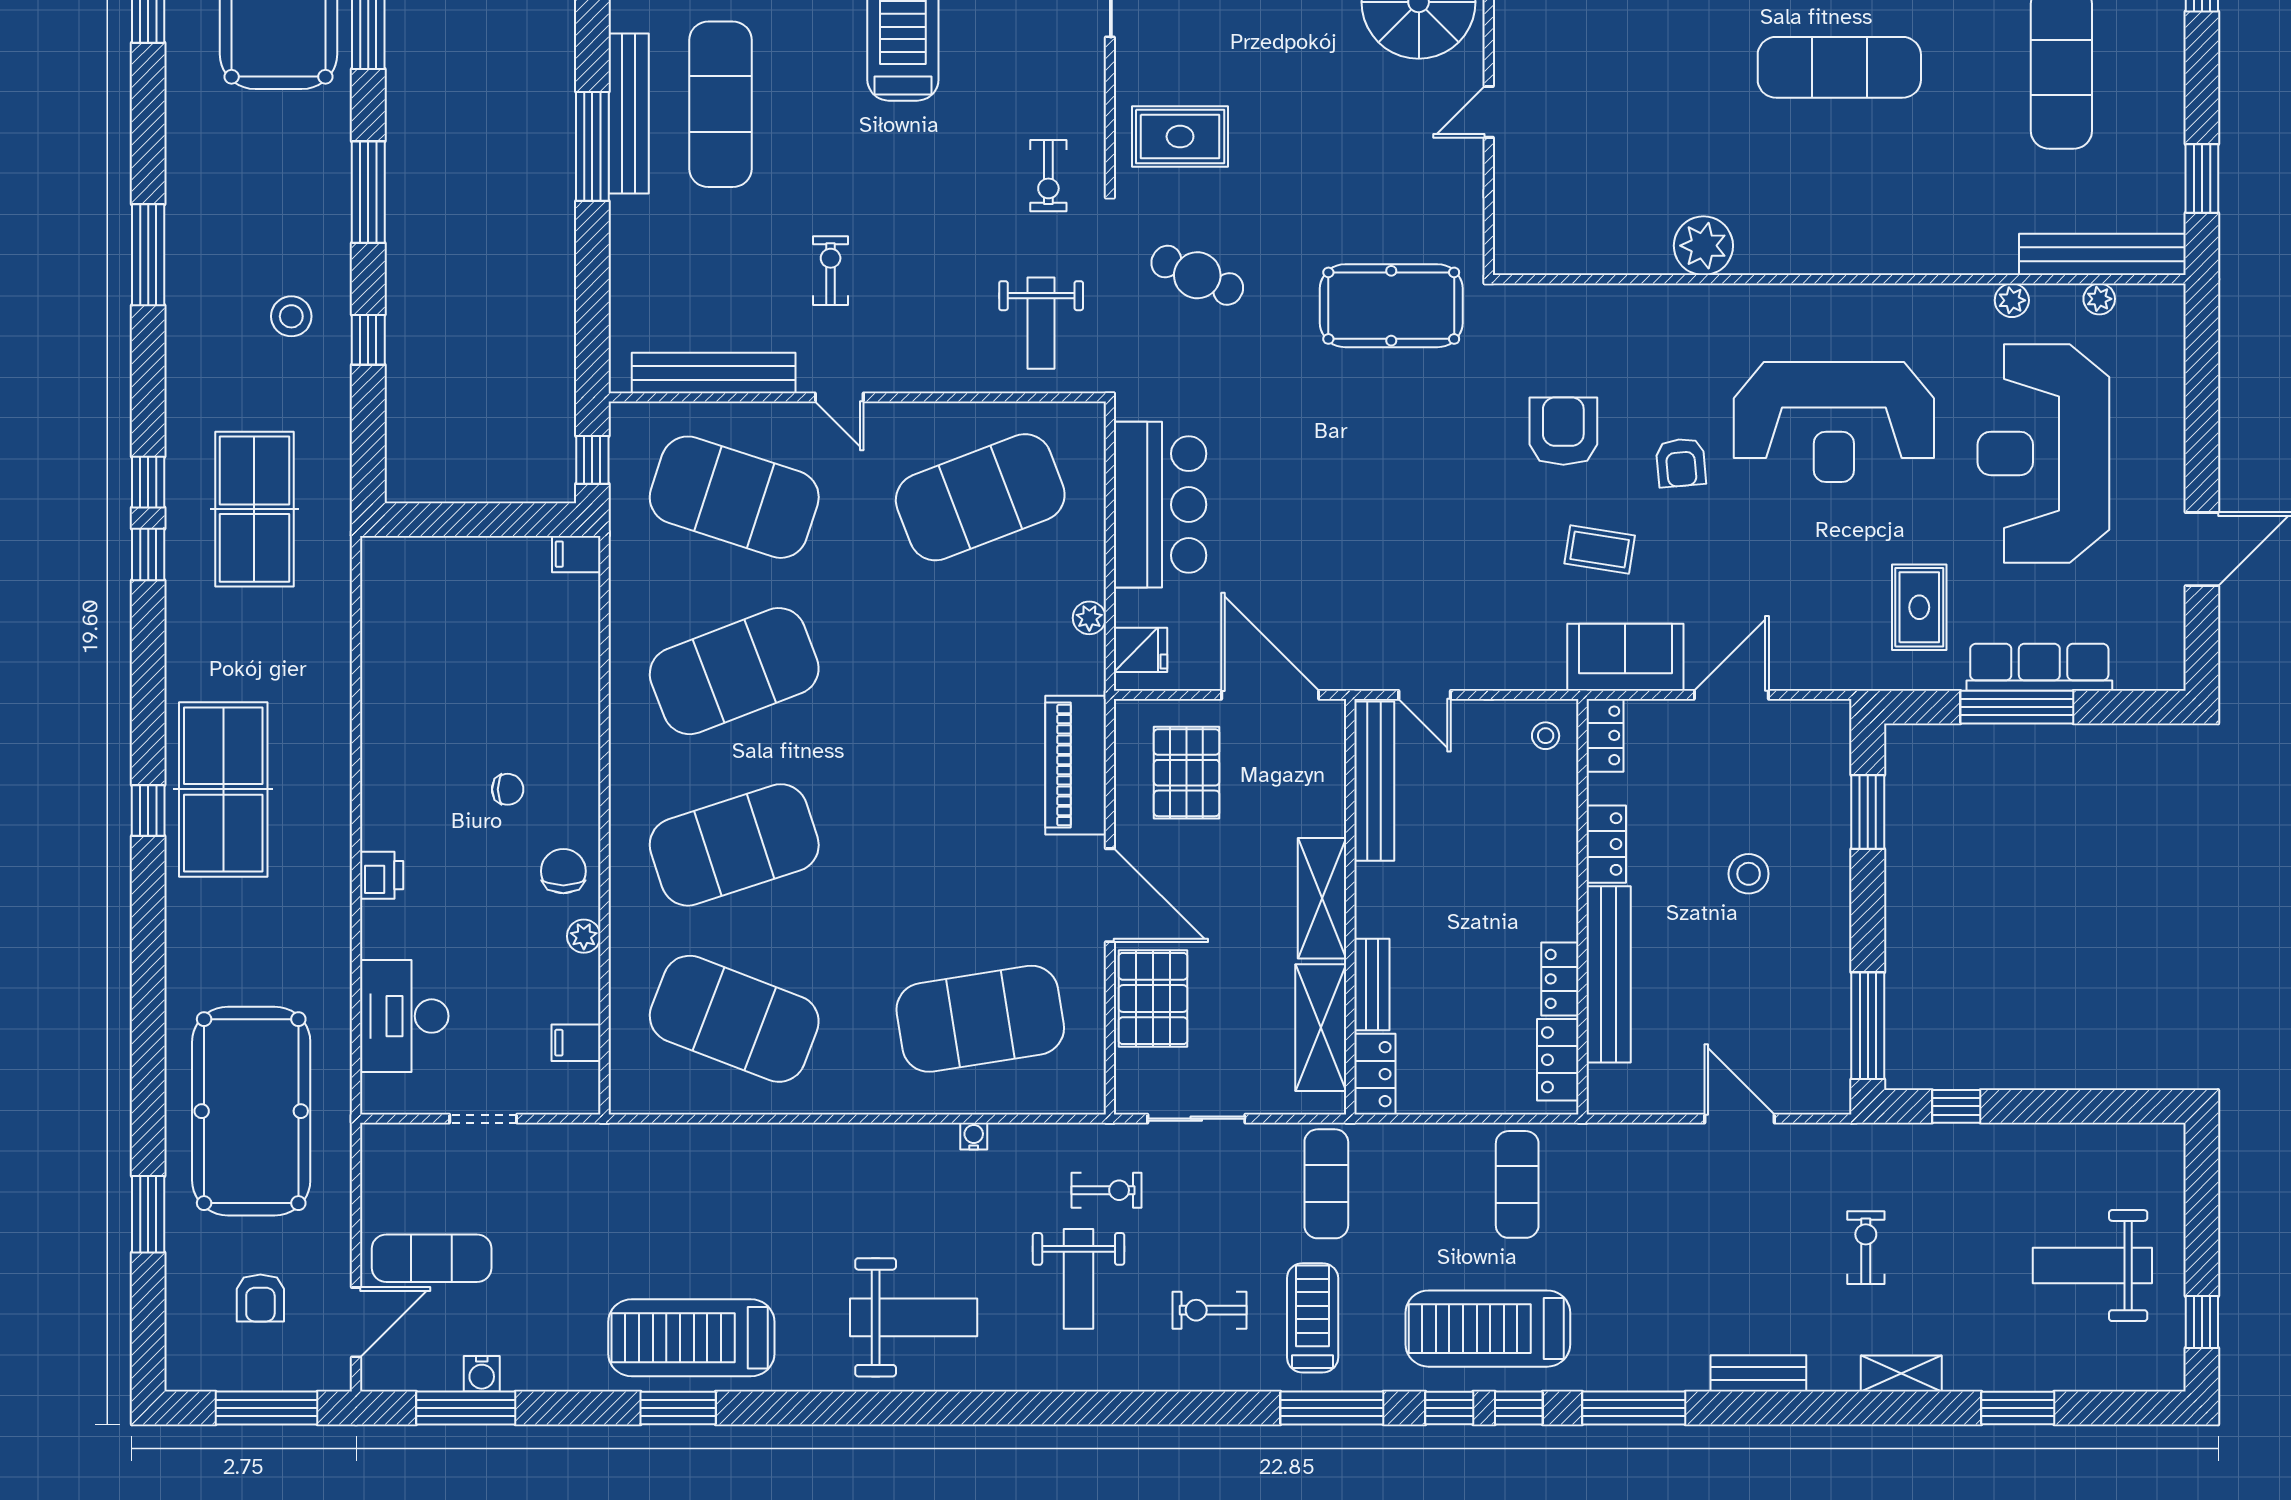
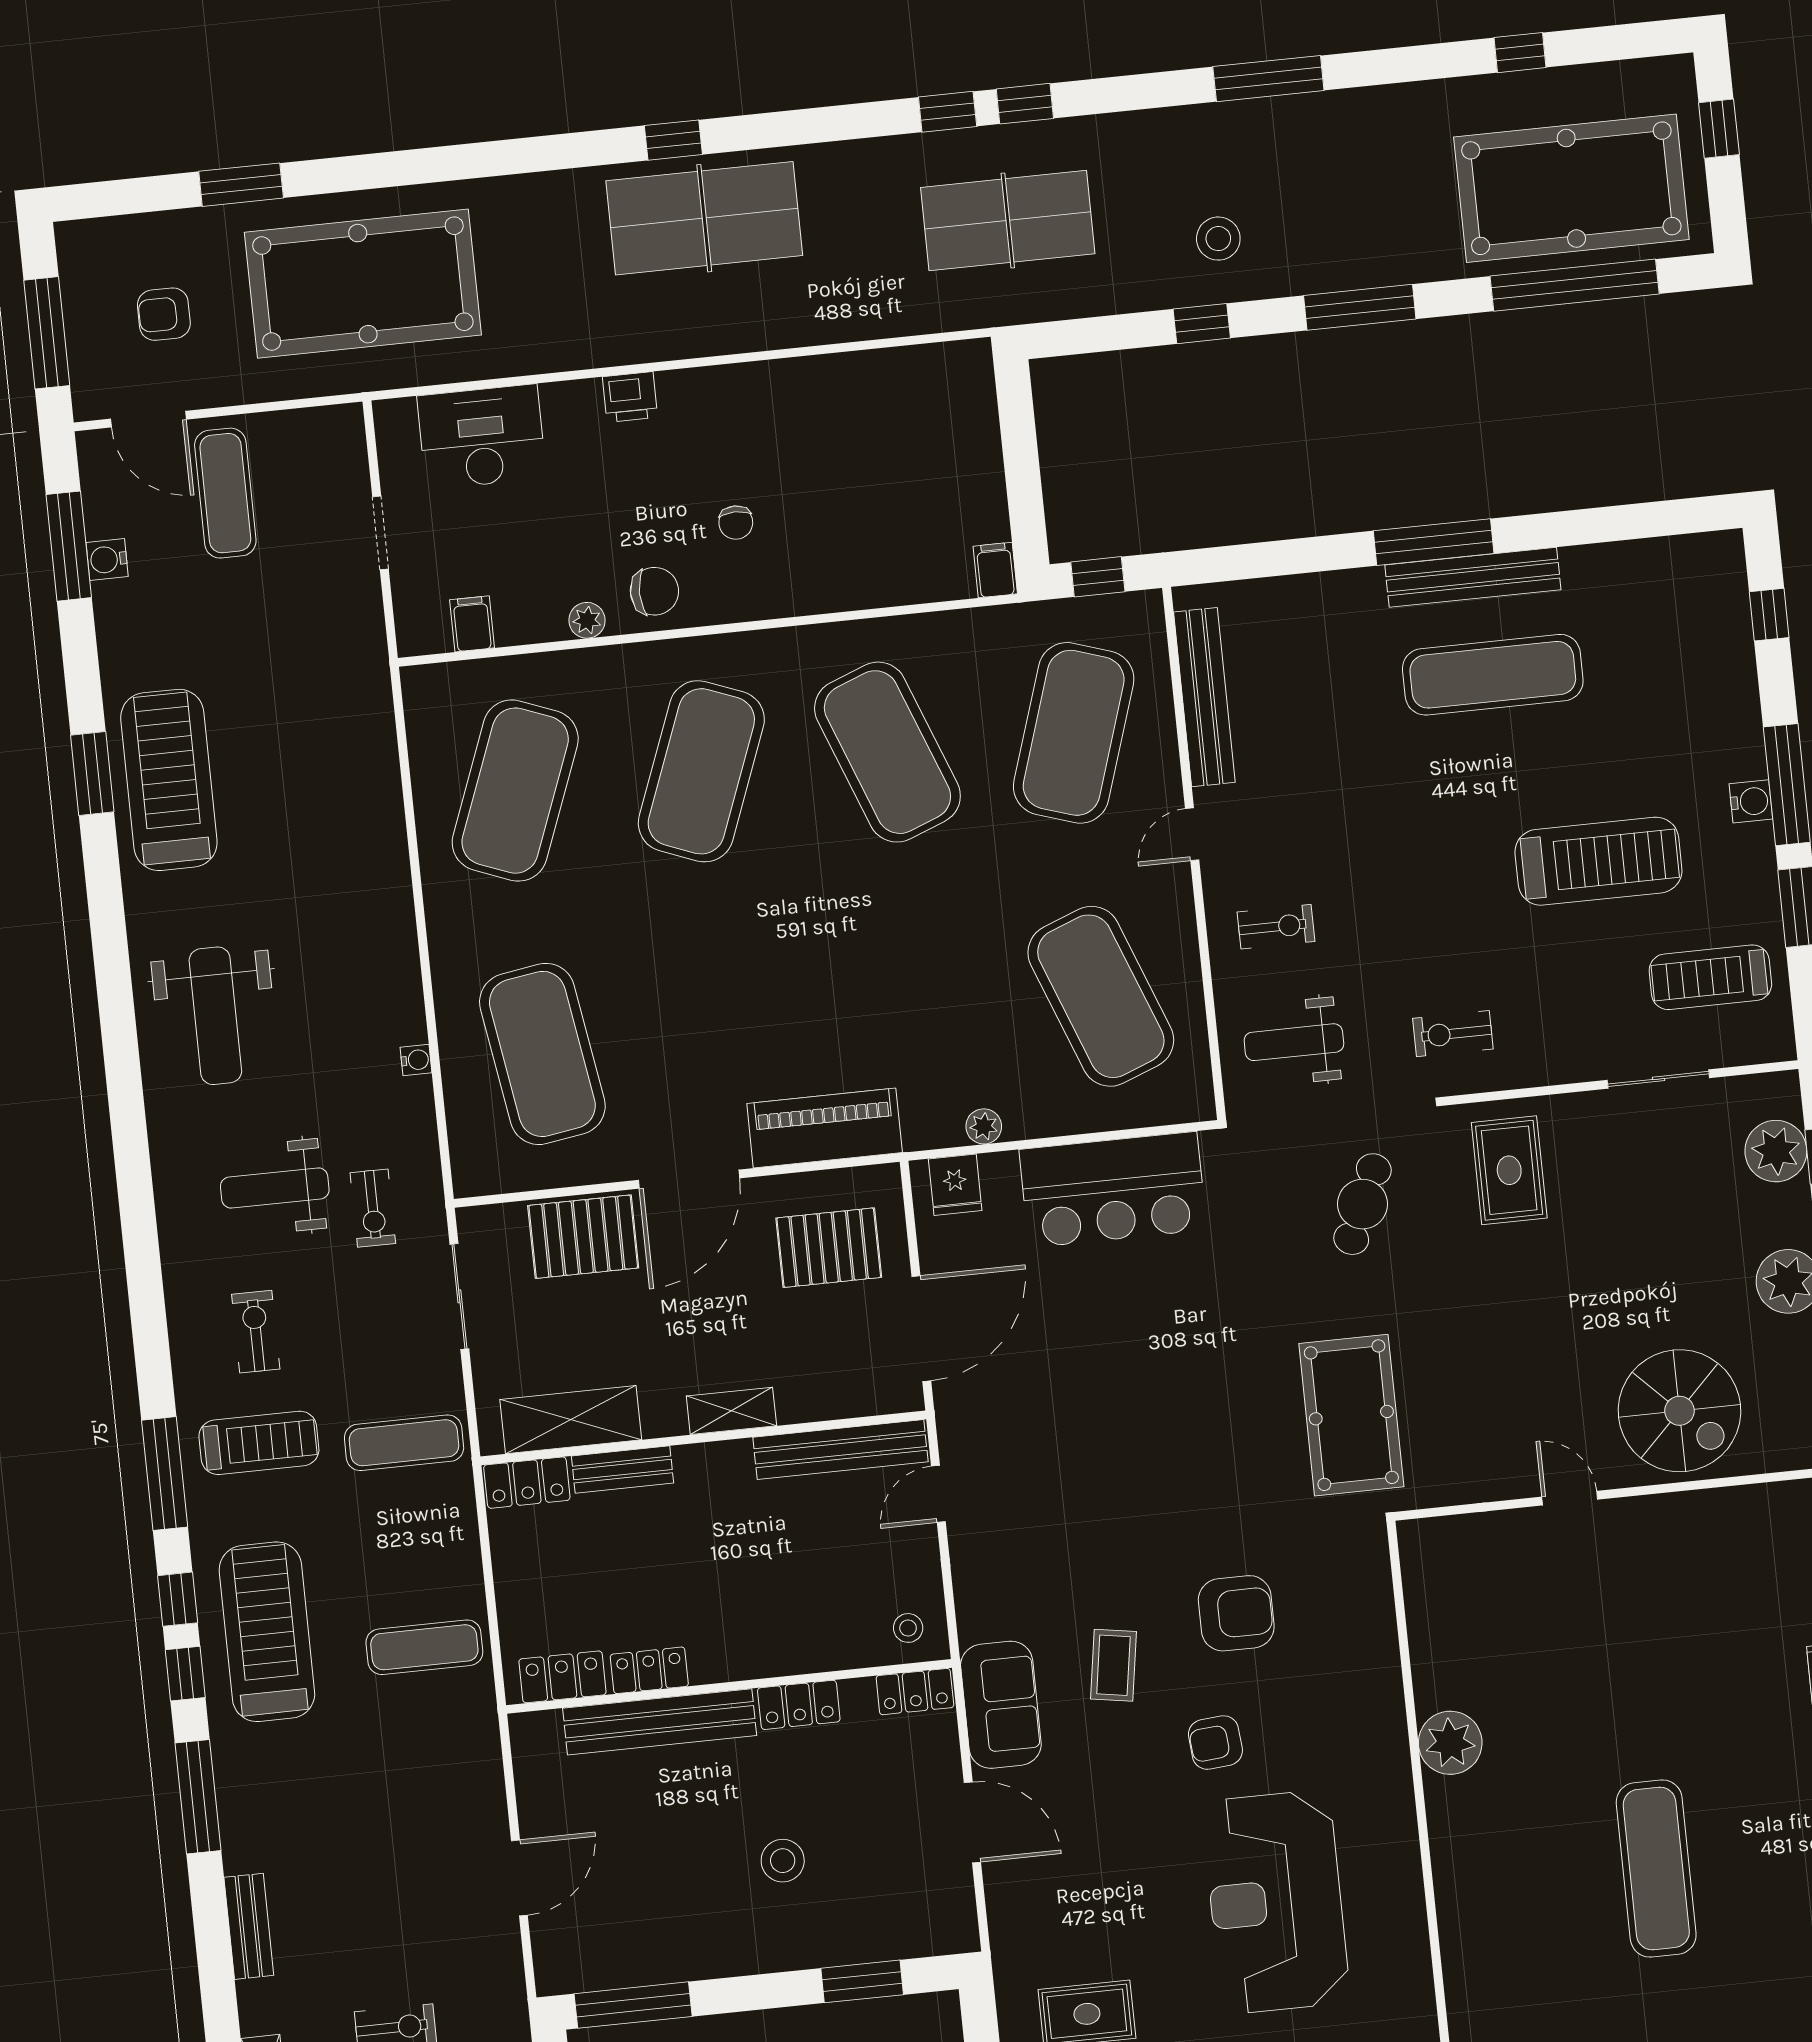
exercise bike: (831, 271) -> (1276, 927), moved
exercise mat: (734, 845) -> (701, 771), turned 39
shelving: (1322, 898) -> (731, 1411), width x0.67, depth x0.75

